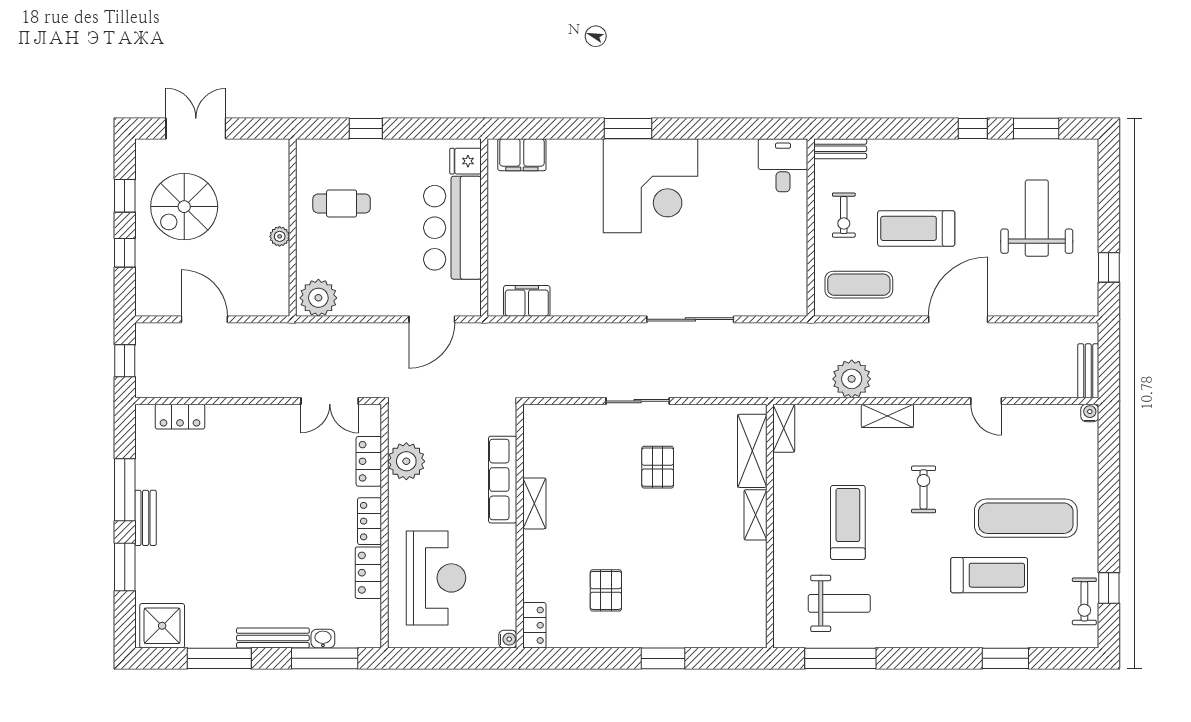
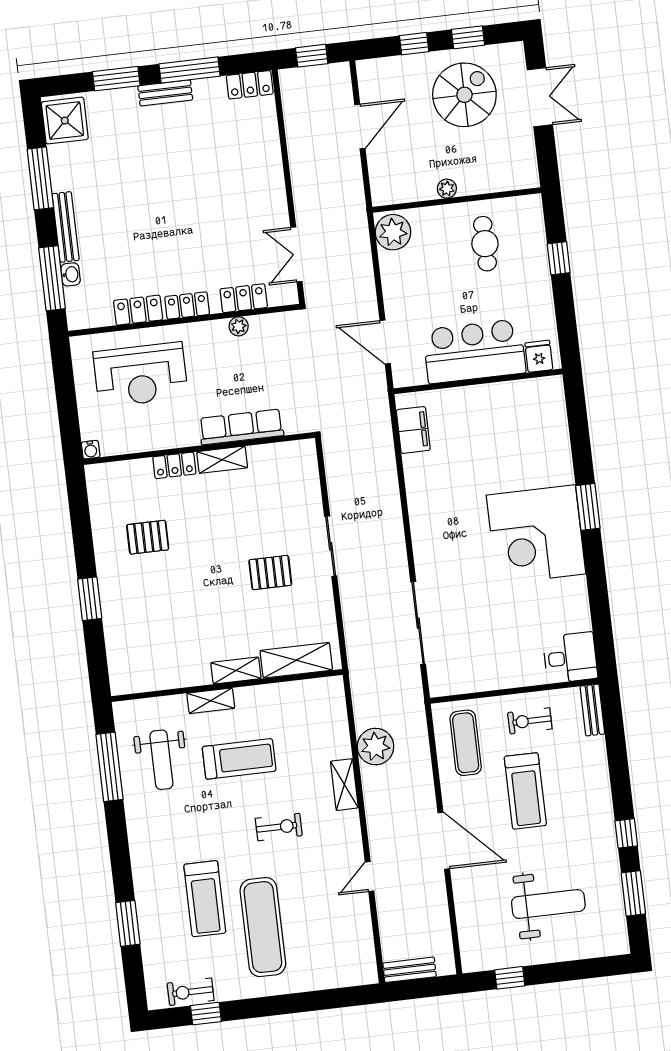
filing cabinet: (522, 155) -> (551, 409), removed
spiral stairs: (184, 207) -> (464, 95), turned 90
treadmill: (916, 228) -> (525, 791), turned 180
sliding door: (690, 319) -> (418, 623), moved
water cooler: (1090, 413) -> (370, 976), removed
locker: (180, 417) -> (250, 85), moved, turned -90
shelving: (784, 428) -> (211, 701), moved
plant: (406, 461) -> (239, 326), width x0.53, depth x0.53
locker: (534, 625) -> (174, 465), moved

